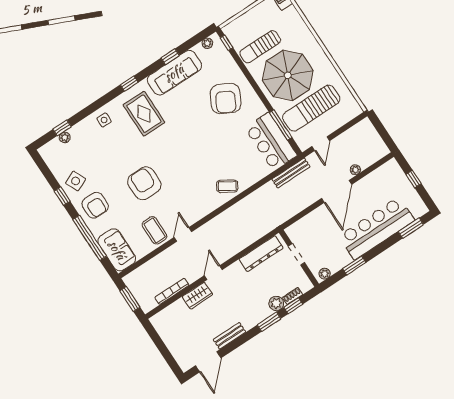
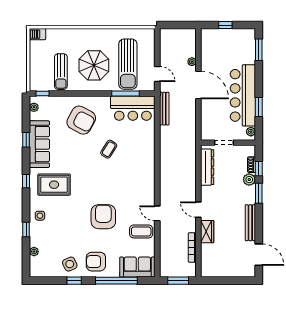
parasol: (288, 75) -> (94, 65), width x0.73, depth x0.73
window: (62, 128) -> (26, 230), moved
armchair: (144, 183) -> (103, 217), turned 90
coffee table: (227, 186) -> (109, 149), moved
armchair: (95, 205) -> (96, 262), turned 180
bar counter: (377, 228) -> (243, 95), moved
bench: (229, 336) -> (250, 223), width x1.36

